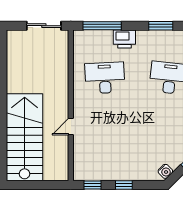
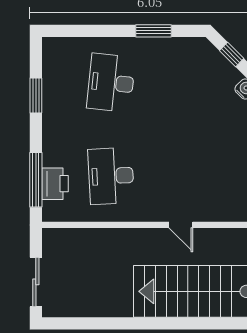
sliding door: (44, 26) -> (36, 282), moved
printer: (124, 39) -> (55, 184), moved

